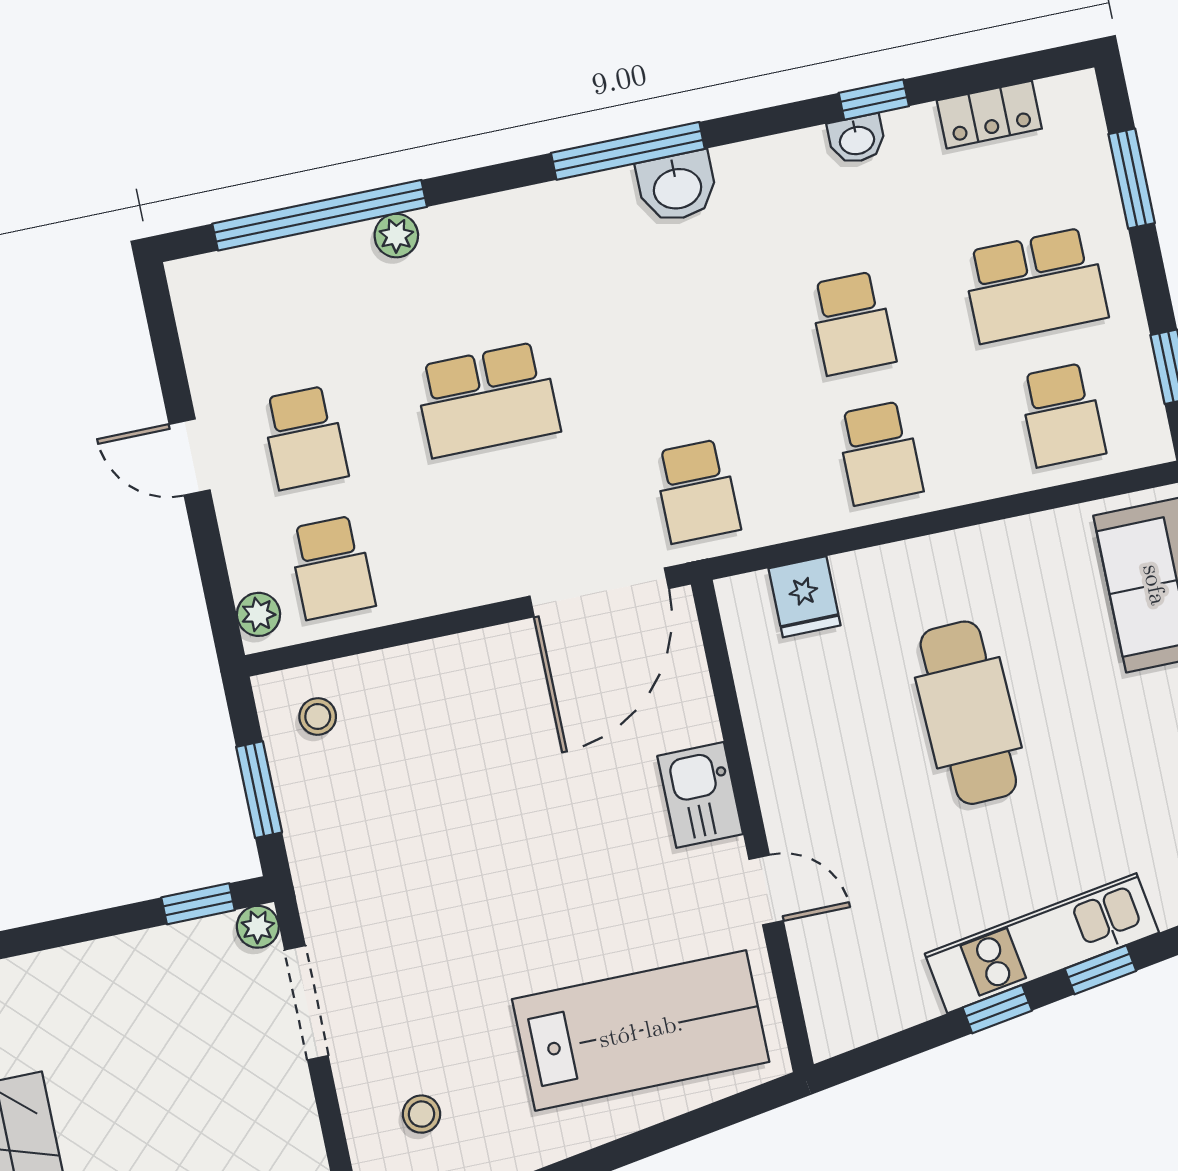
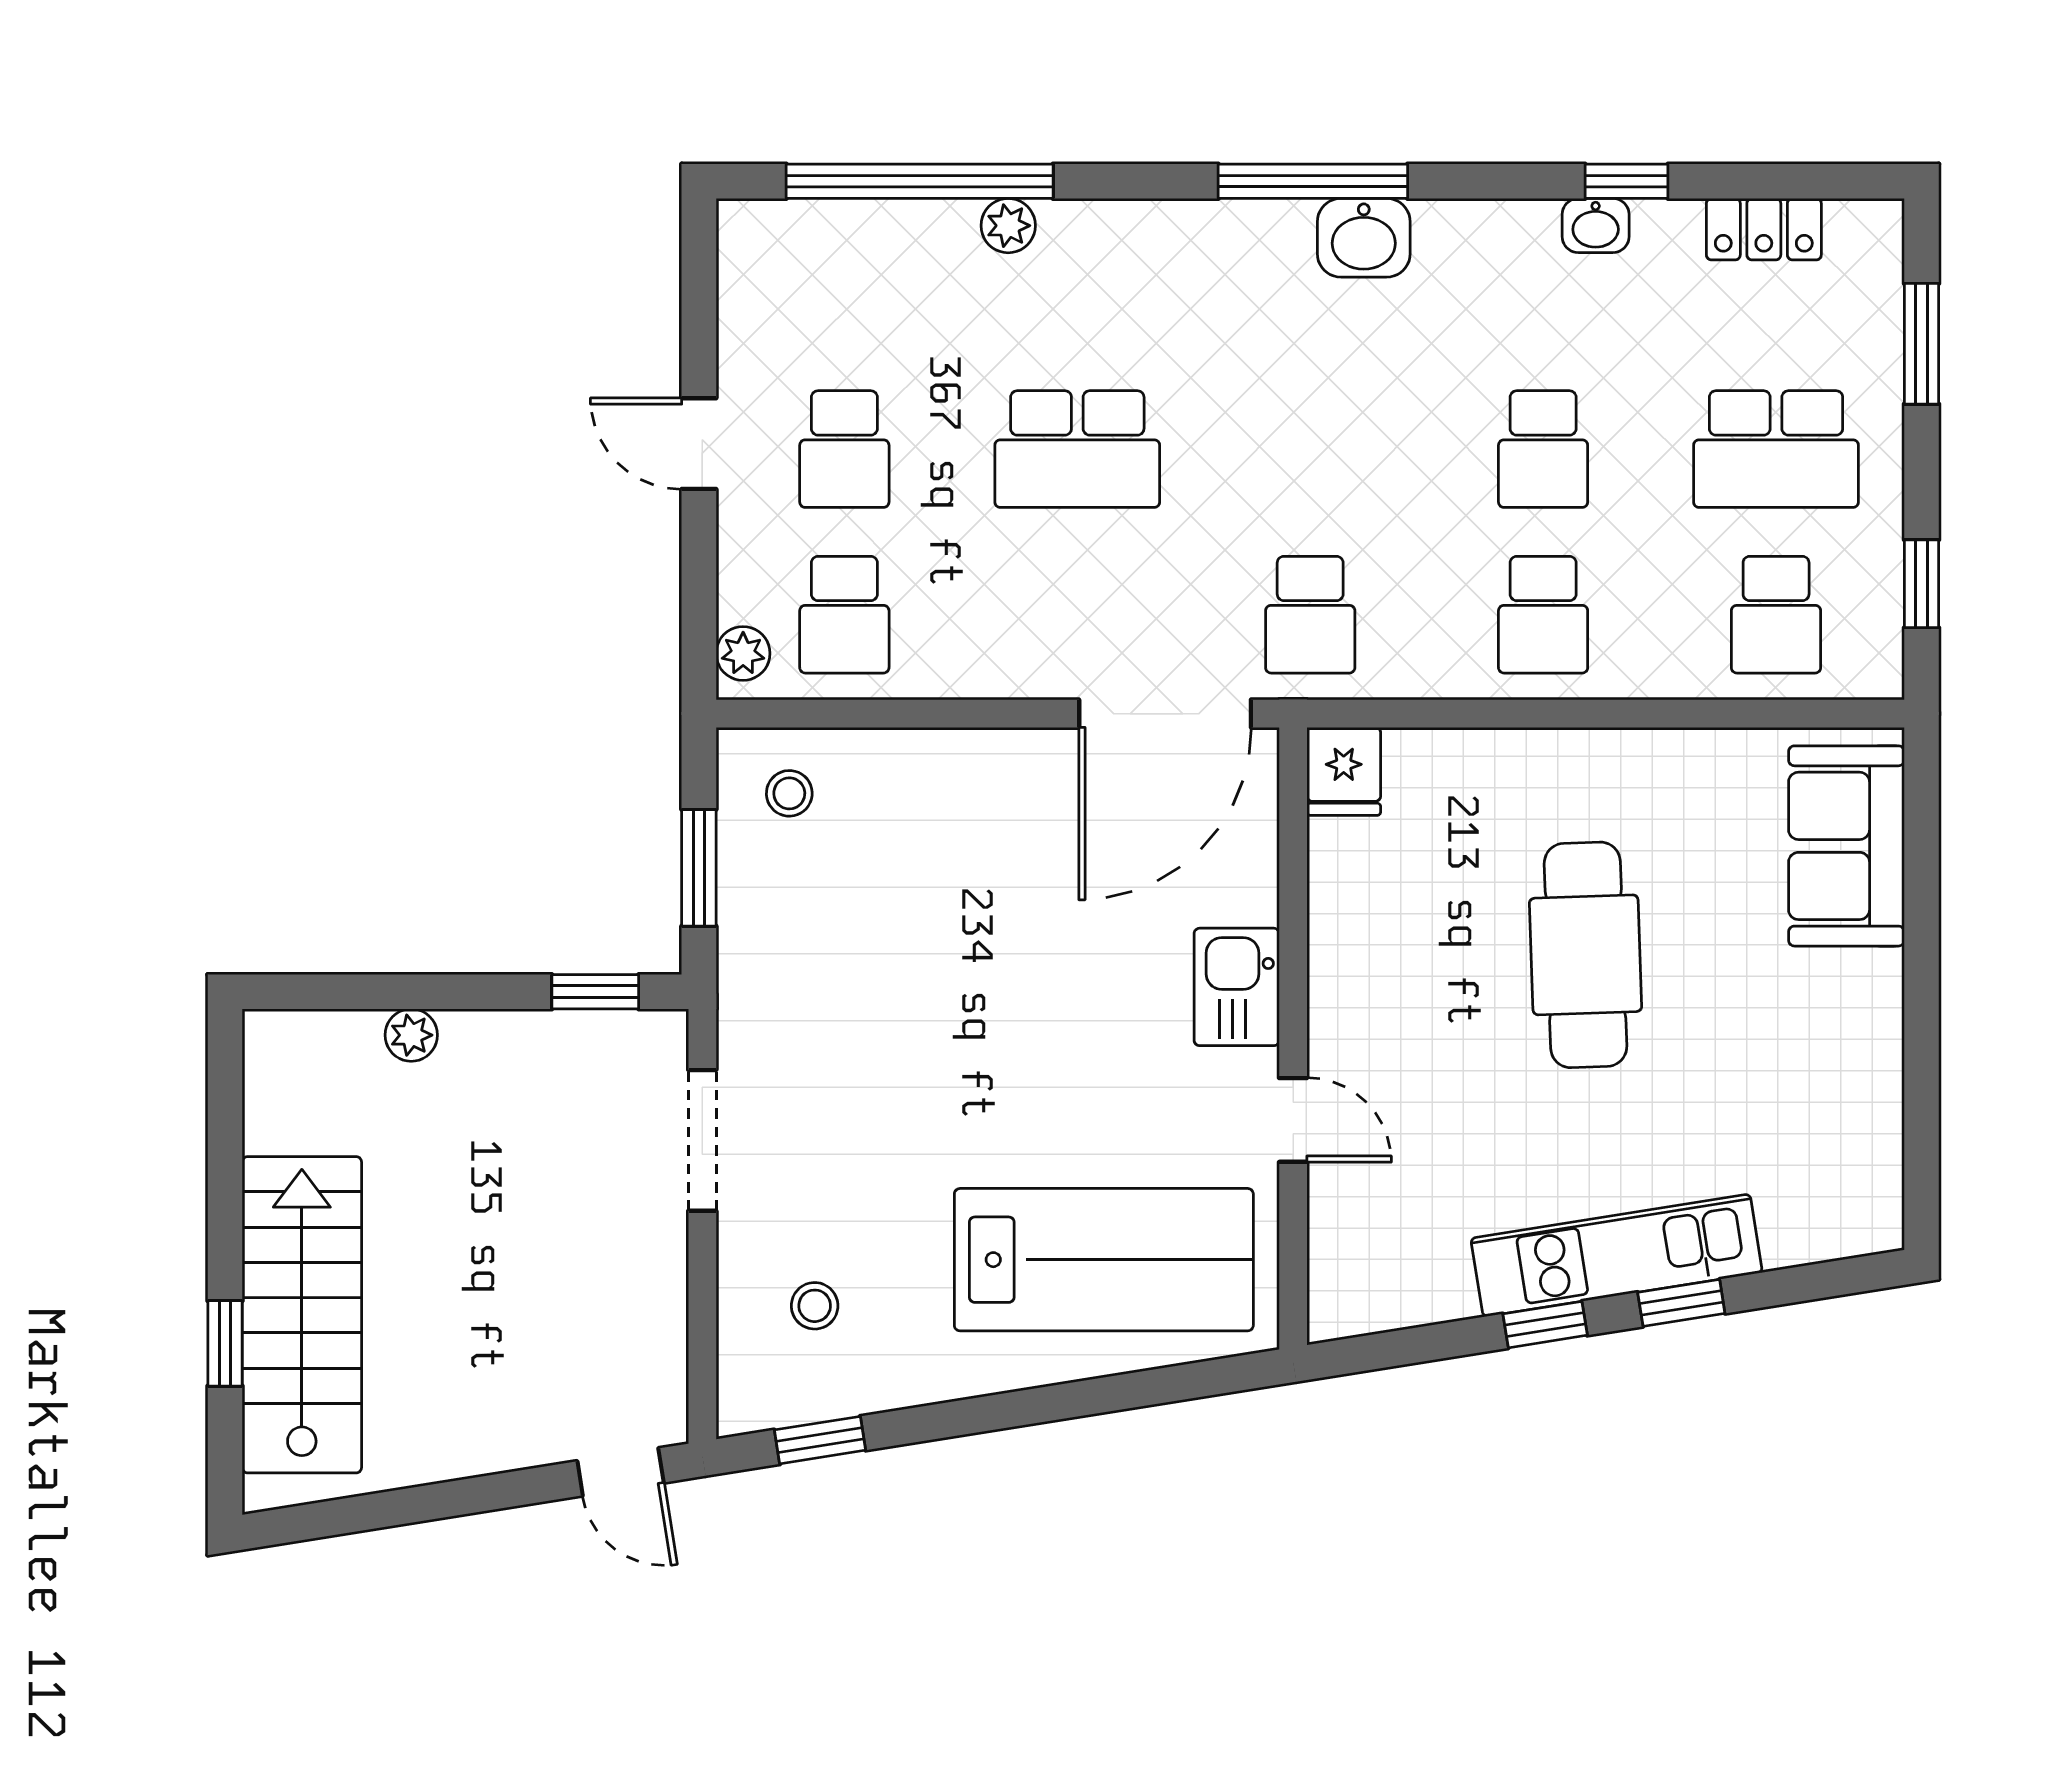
fridge: (805, 597) -> (1344, 771), moved
plant: (258, 927) -> (411, 1035), moved

